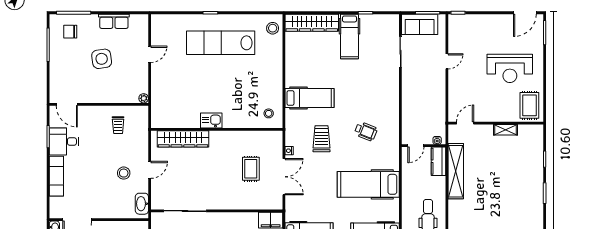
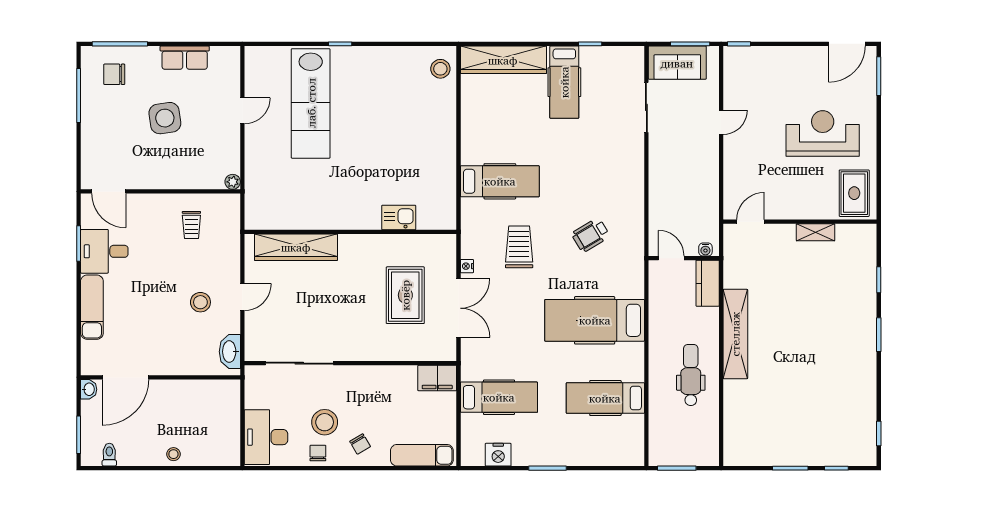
lab bench: (221, 43) -> (311, 103), moved, turned -90
reception desk: (510, 68) -> (823, 134), turned 180
stool: (269, 113) -> (434, 206), removed
kitchen sink: (211, 120) -> (399, 217), moved
wheelchair: (366, 131) -> (591, 235), turned 127
door: (416, 146) -> (671, 258), swing flipped
rug: (251, 169) -> (405, 295), width x1.36, depth x1.43
shelving: (456, 171) -> (735, 334), moved

